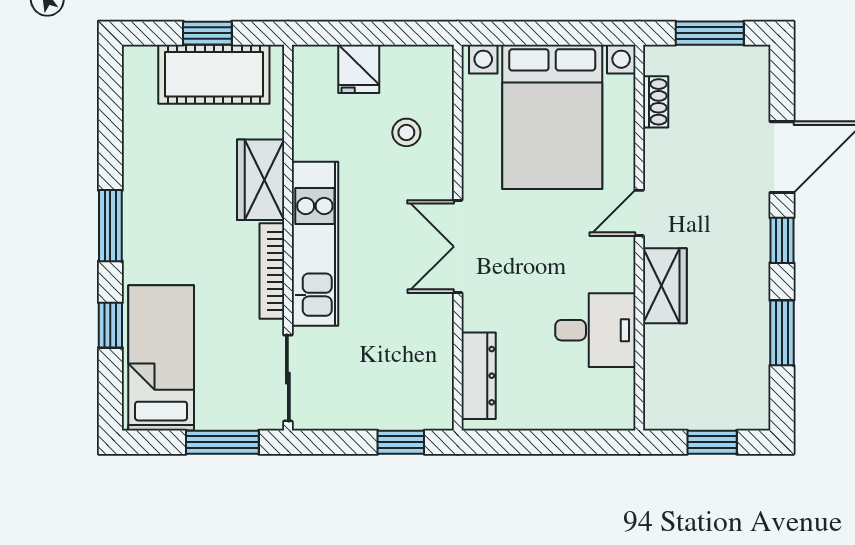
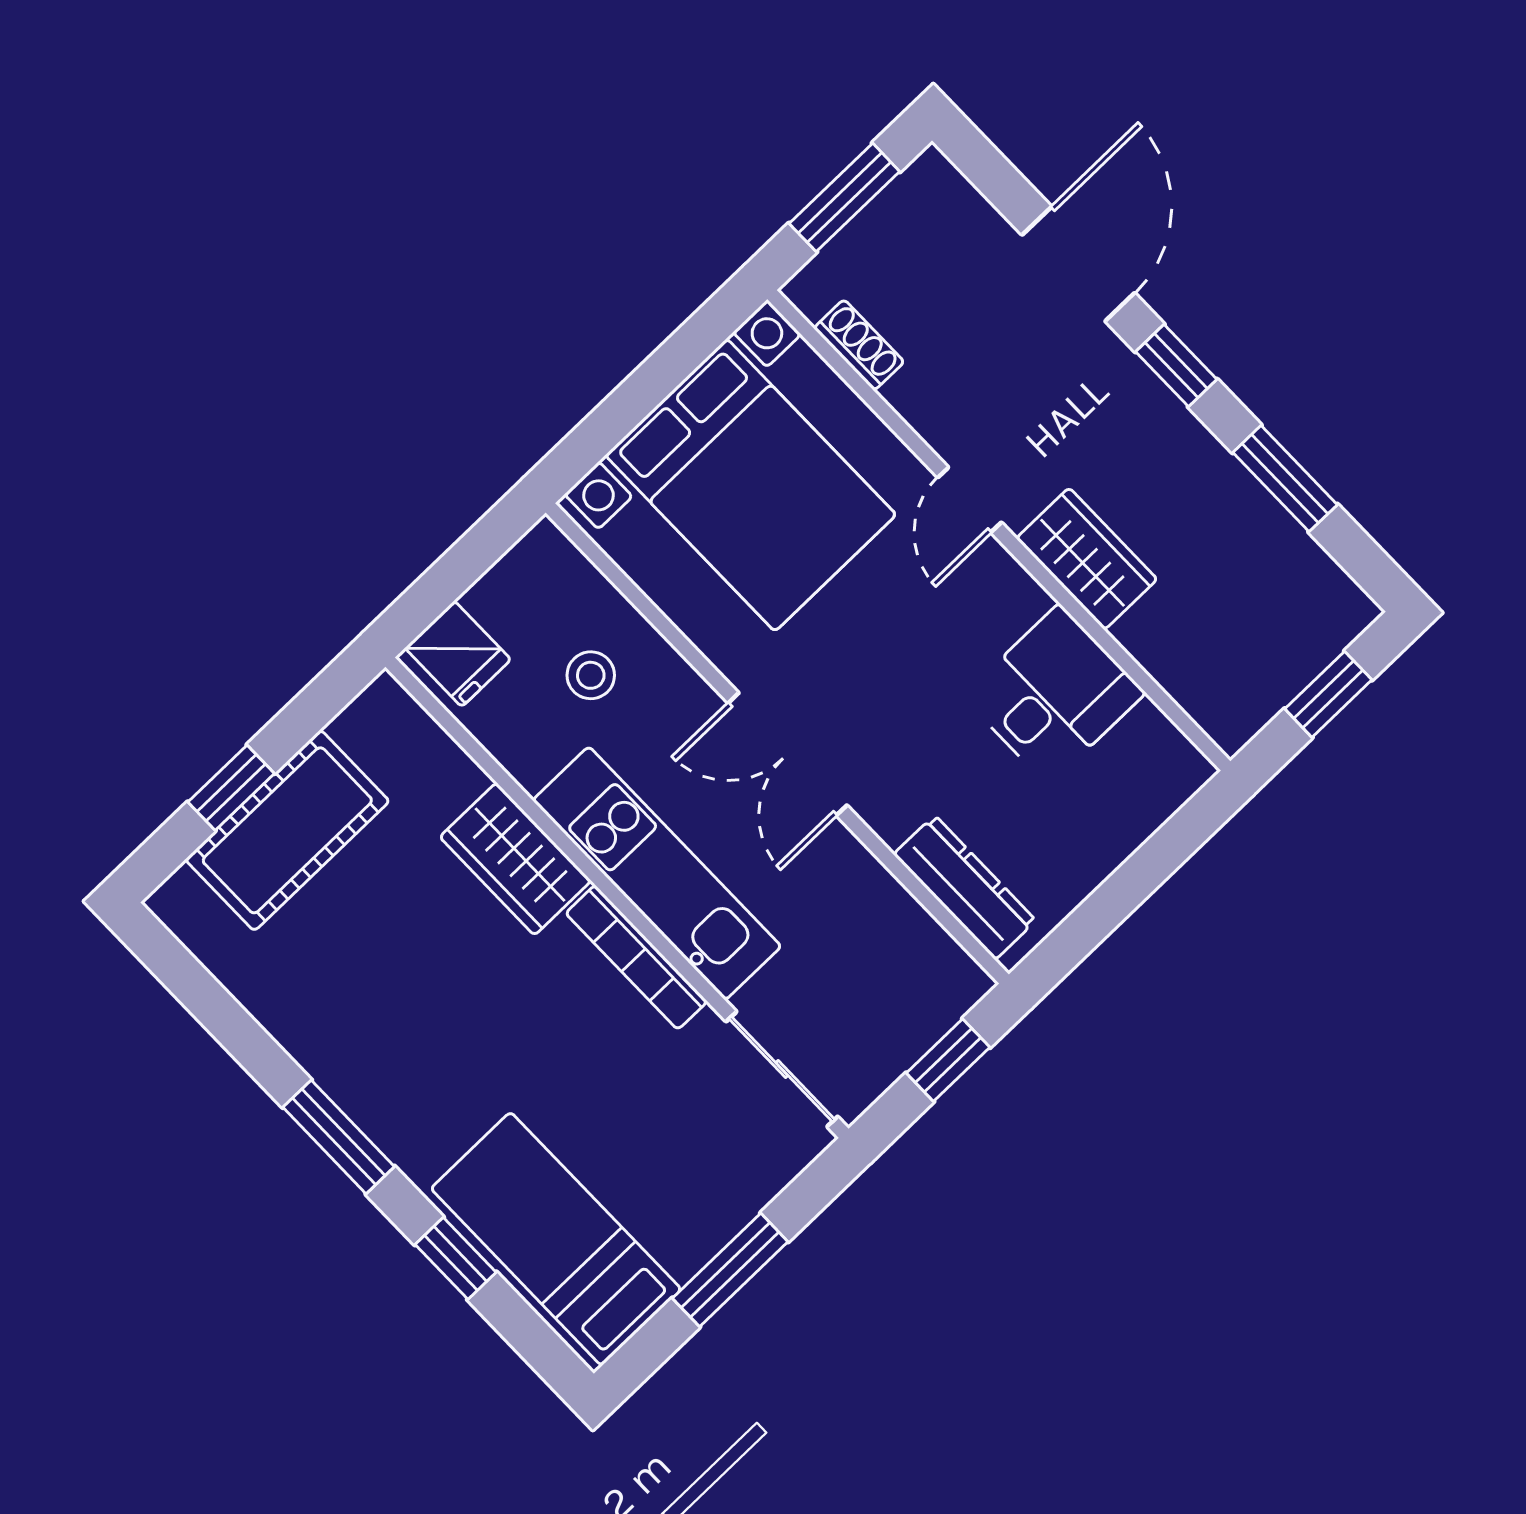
wardrobe: (261, 180) -> (515, 859), moved
wall: (288, 238) -> (617, 898), moved
kitchen unit: (315, 244) -> (657, 873), moved
bookcase: (272, 271) -> (636, 957), moved
sliding door: (288, 378) -> (782, 1069), moved

